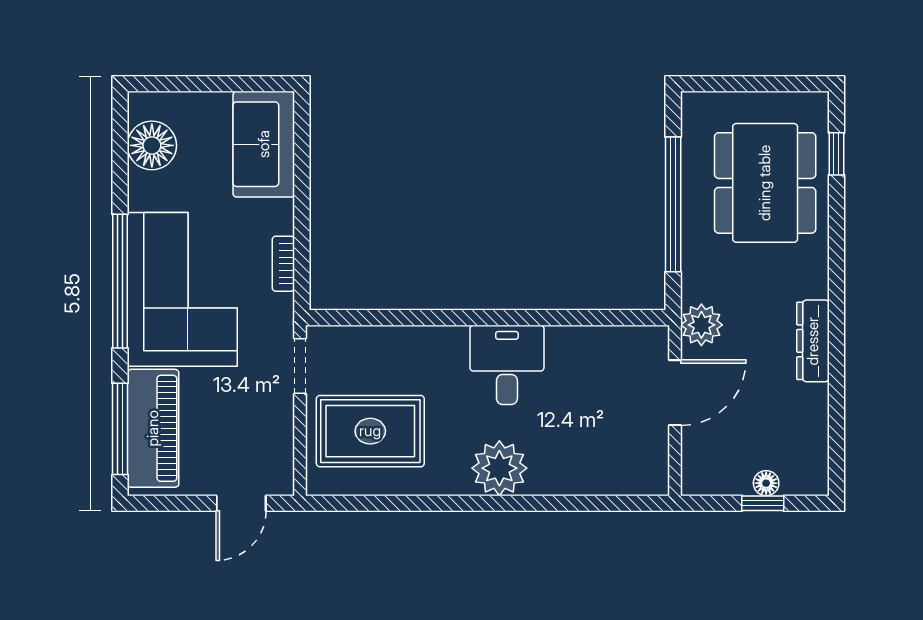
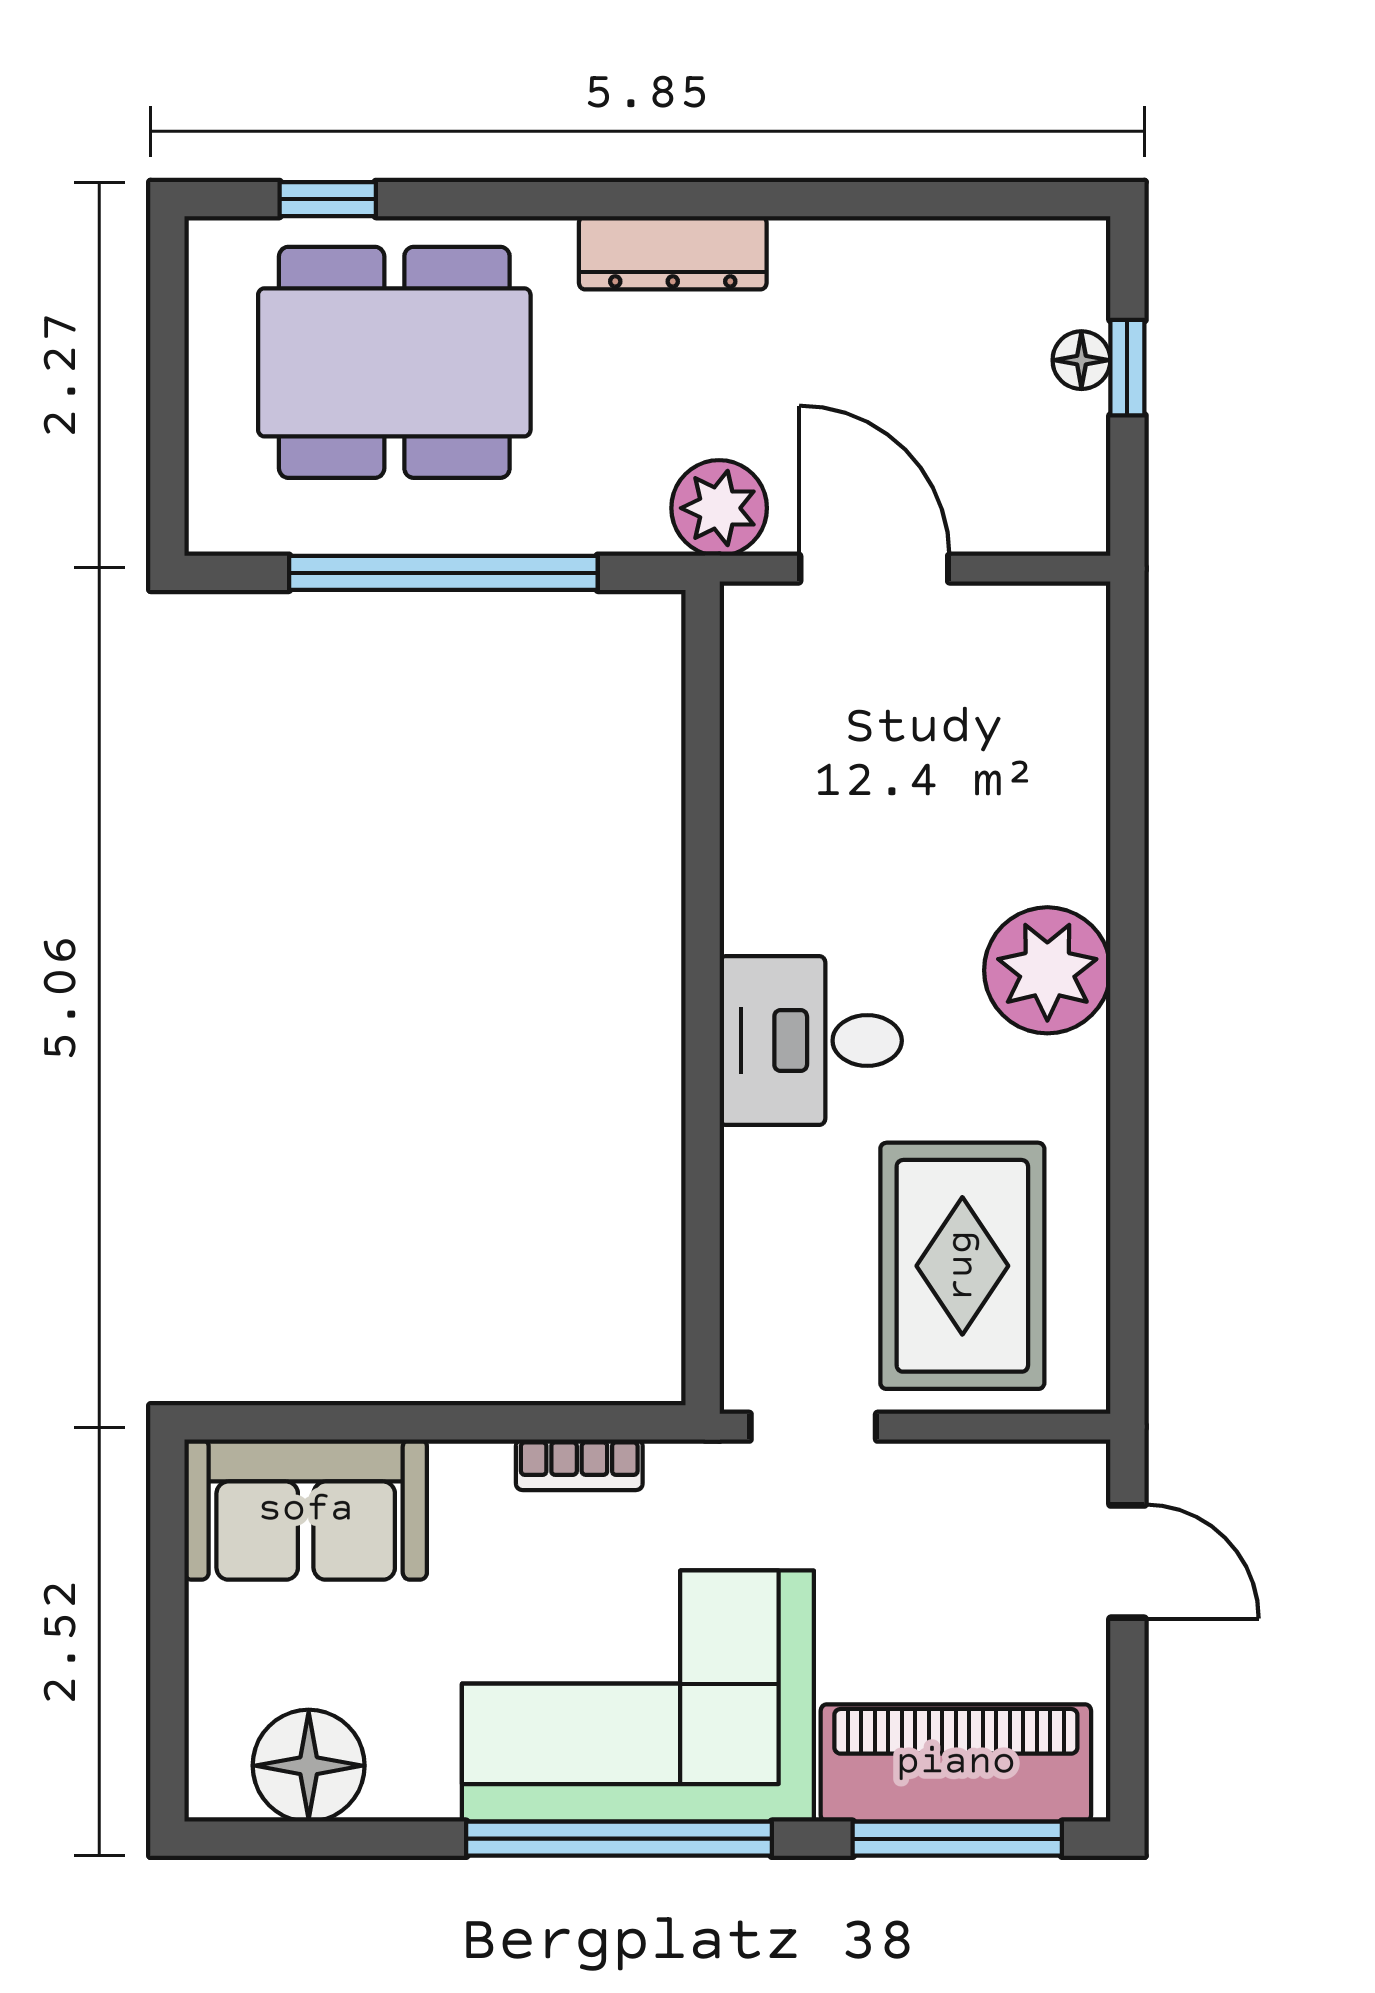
dresser: (813, 341) -> (673, 253), moved
desk: (507, 365) -> (811, 1041), moved

